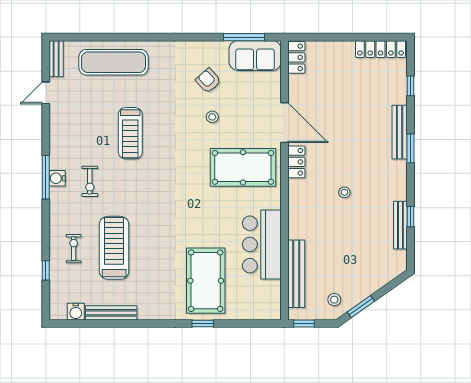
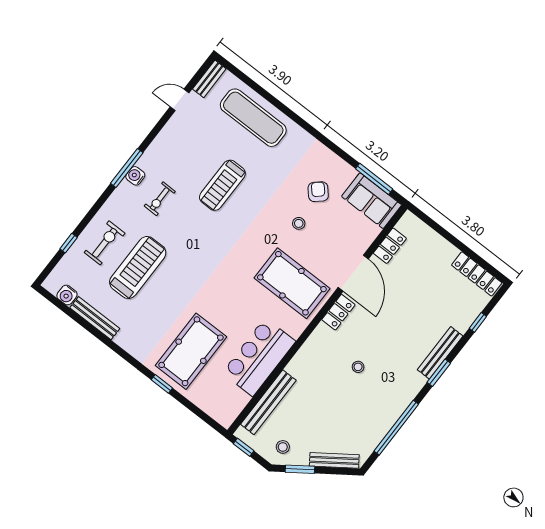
locker: (296, 57) -> (390, 246), moved
window: (411, 217) -> (396, 428), width x3.17
bench: (400, 225) -> (334, 460), moved, turned 55
exercise bike: (74, 249) -> (105, 243), width x1.38, depth x1.39

